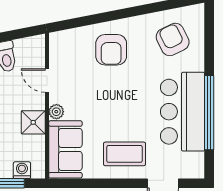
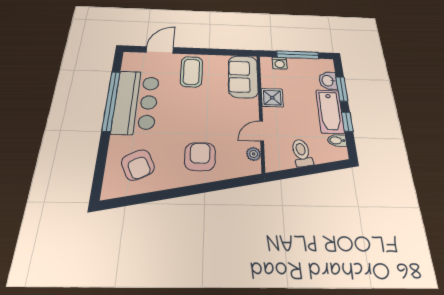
door: (47, 81) -> (262, 131), swing flipped
plant: (56, 112) -> (254, 154), moved
coffee table: (125, 154) -> (191, 72), turned 90

